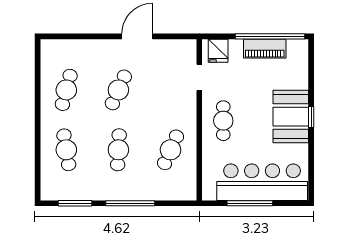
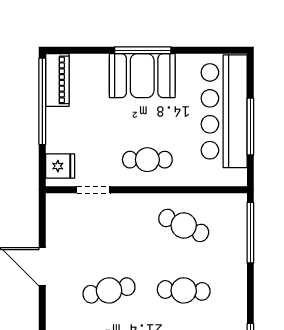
piano: (265, 49) -> (57, 80), moved
cafe table: (118, 90) -> (109, 290), turned -36
window: (311, 117) -> (143, 50), width x2.17
window: (130, 203) -> (250, 233), moved

